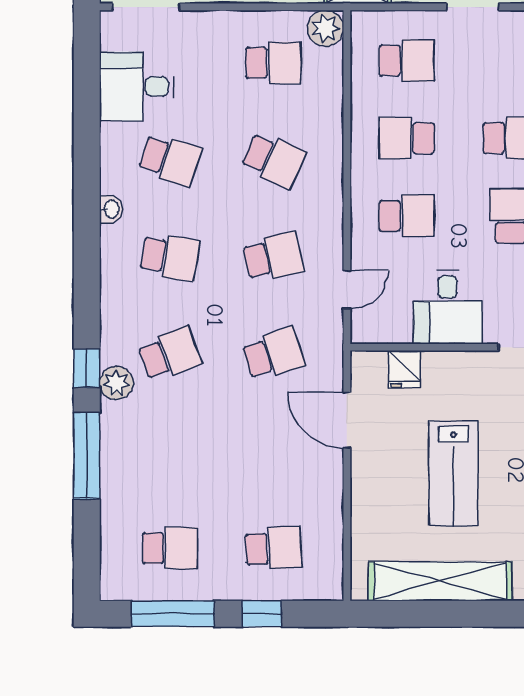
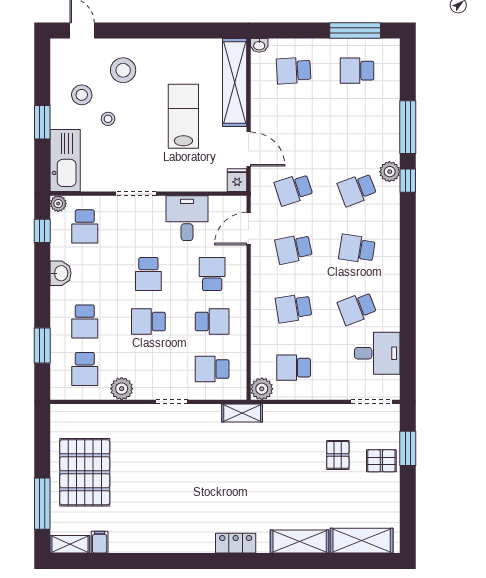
school desk: (170, 160) -> (357, 308), turned -39
school desk: (273, 160) -> (294, 308), turned -33
washbasin: (111, 209) -> (259, 45), moved, turned -90
school desk: (407, 216) -> (212, 274), turned 90
door: (347, 290) -> (249, 229), width x1.37
fridge: (404, 369) -> (237, 180), moved
shelving: (440, 581) -> (235, 82), moved, turned 90
window: (262, 614) -> (301, 30), removed

